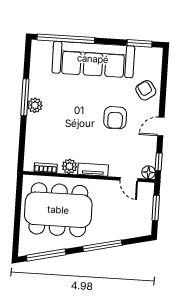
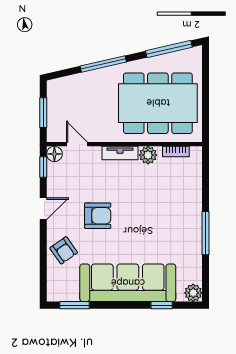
window: (66, 39) -> (162, 305), width x0.32
plant: (35, 105) -> (193, 293), moved
armchair: (115, 118) -> (98, 216), turned 90

